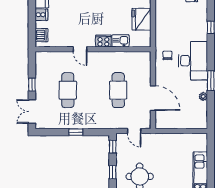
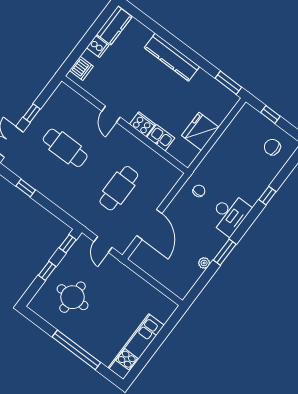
desk: (193, 61) -> (229, 214), width x0.73, depth x0.77
cafe table: (68, 90) -> (65, 148), turned 90
window: (76, 132) -> (26, 188), moved

